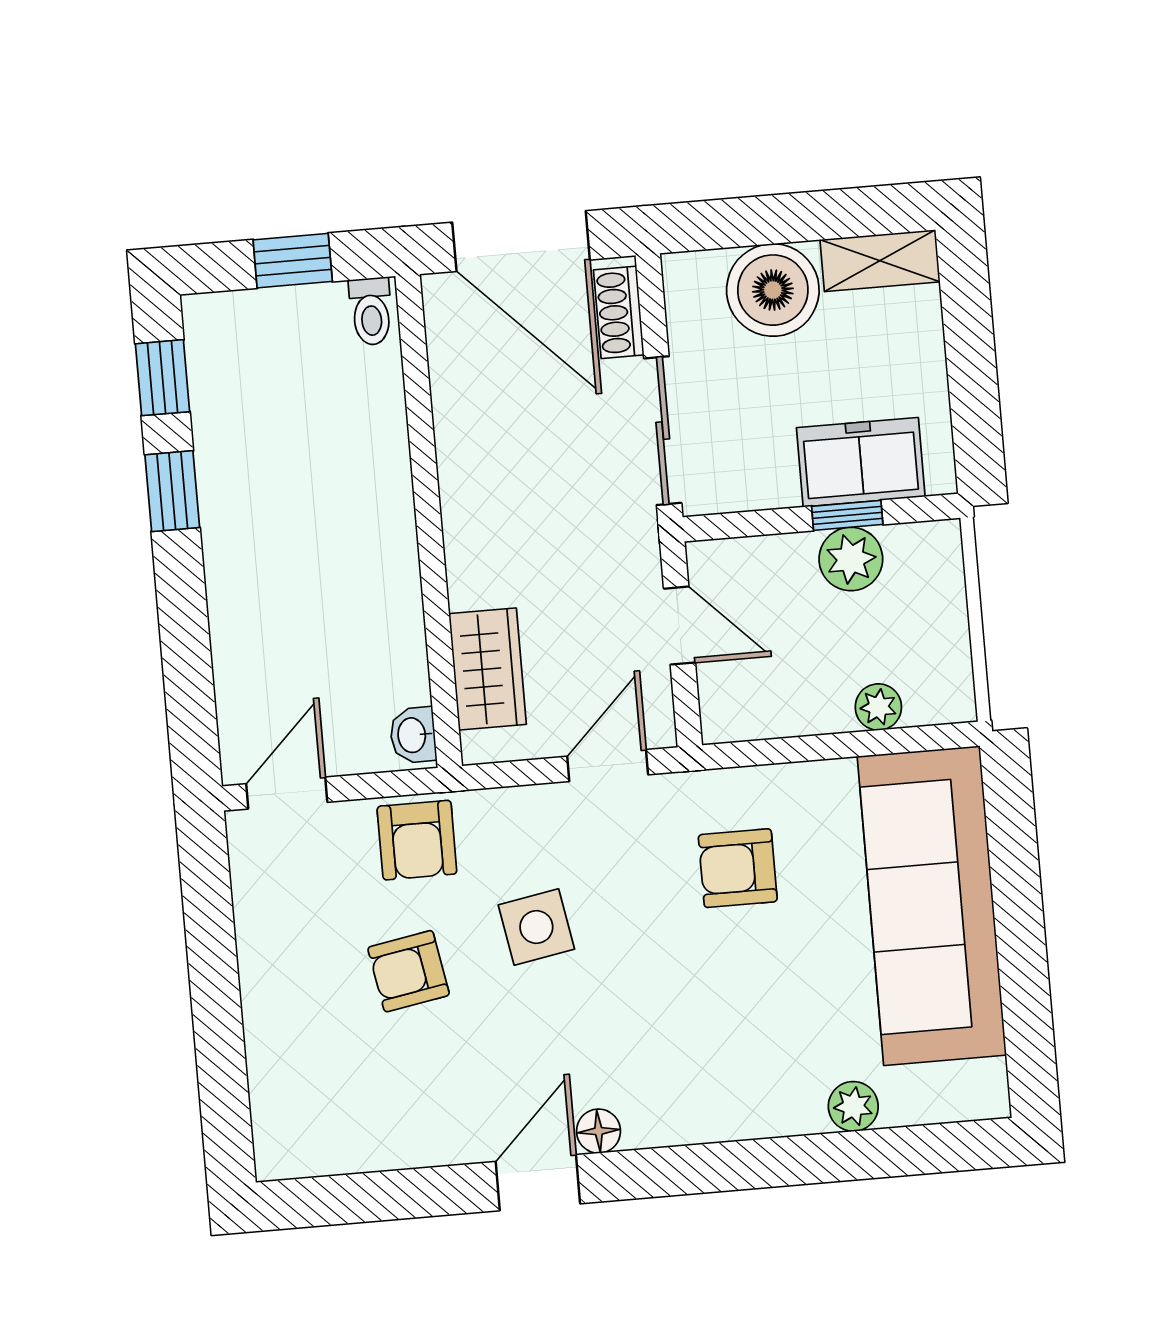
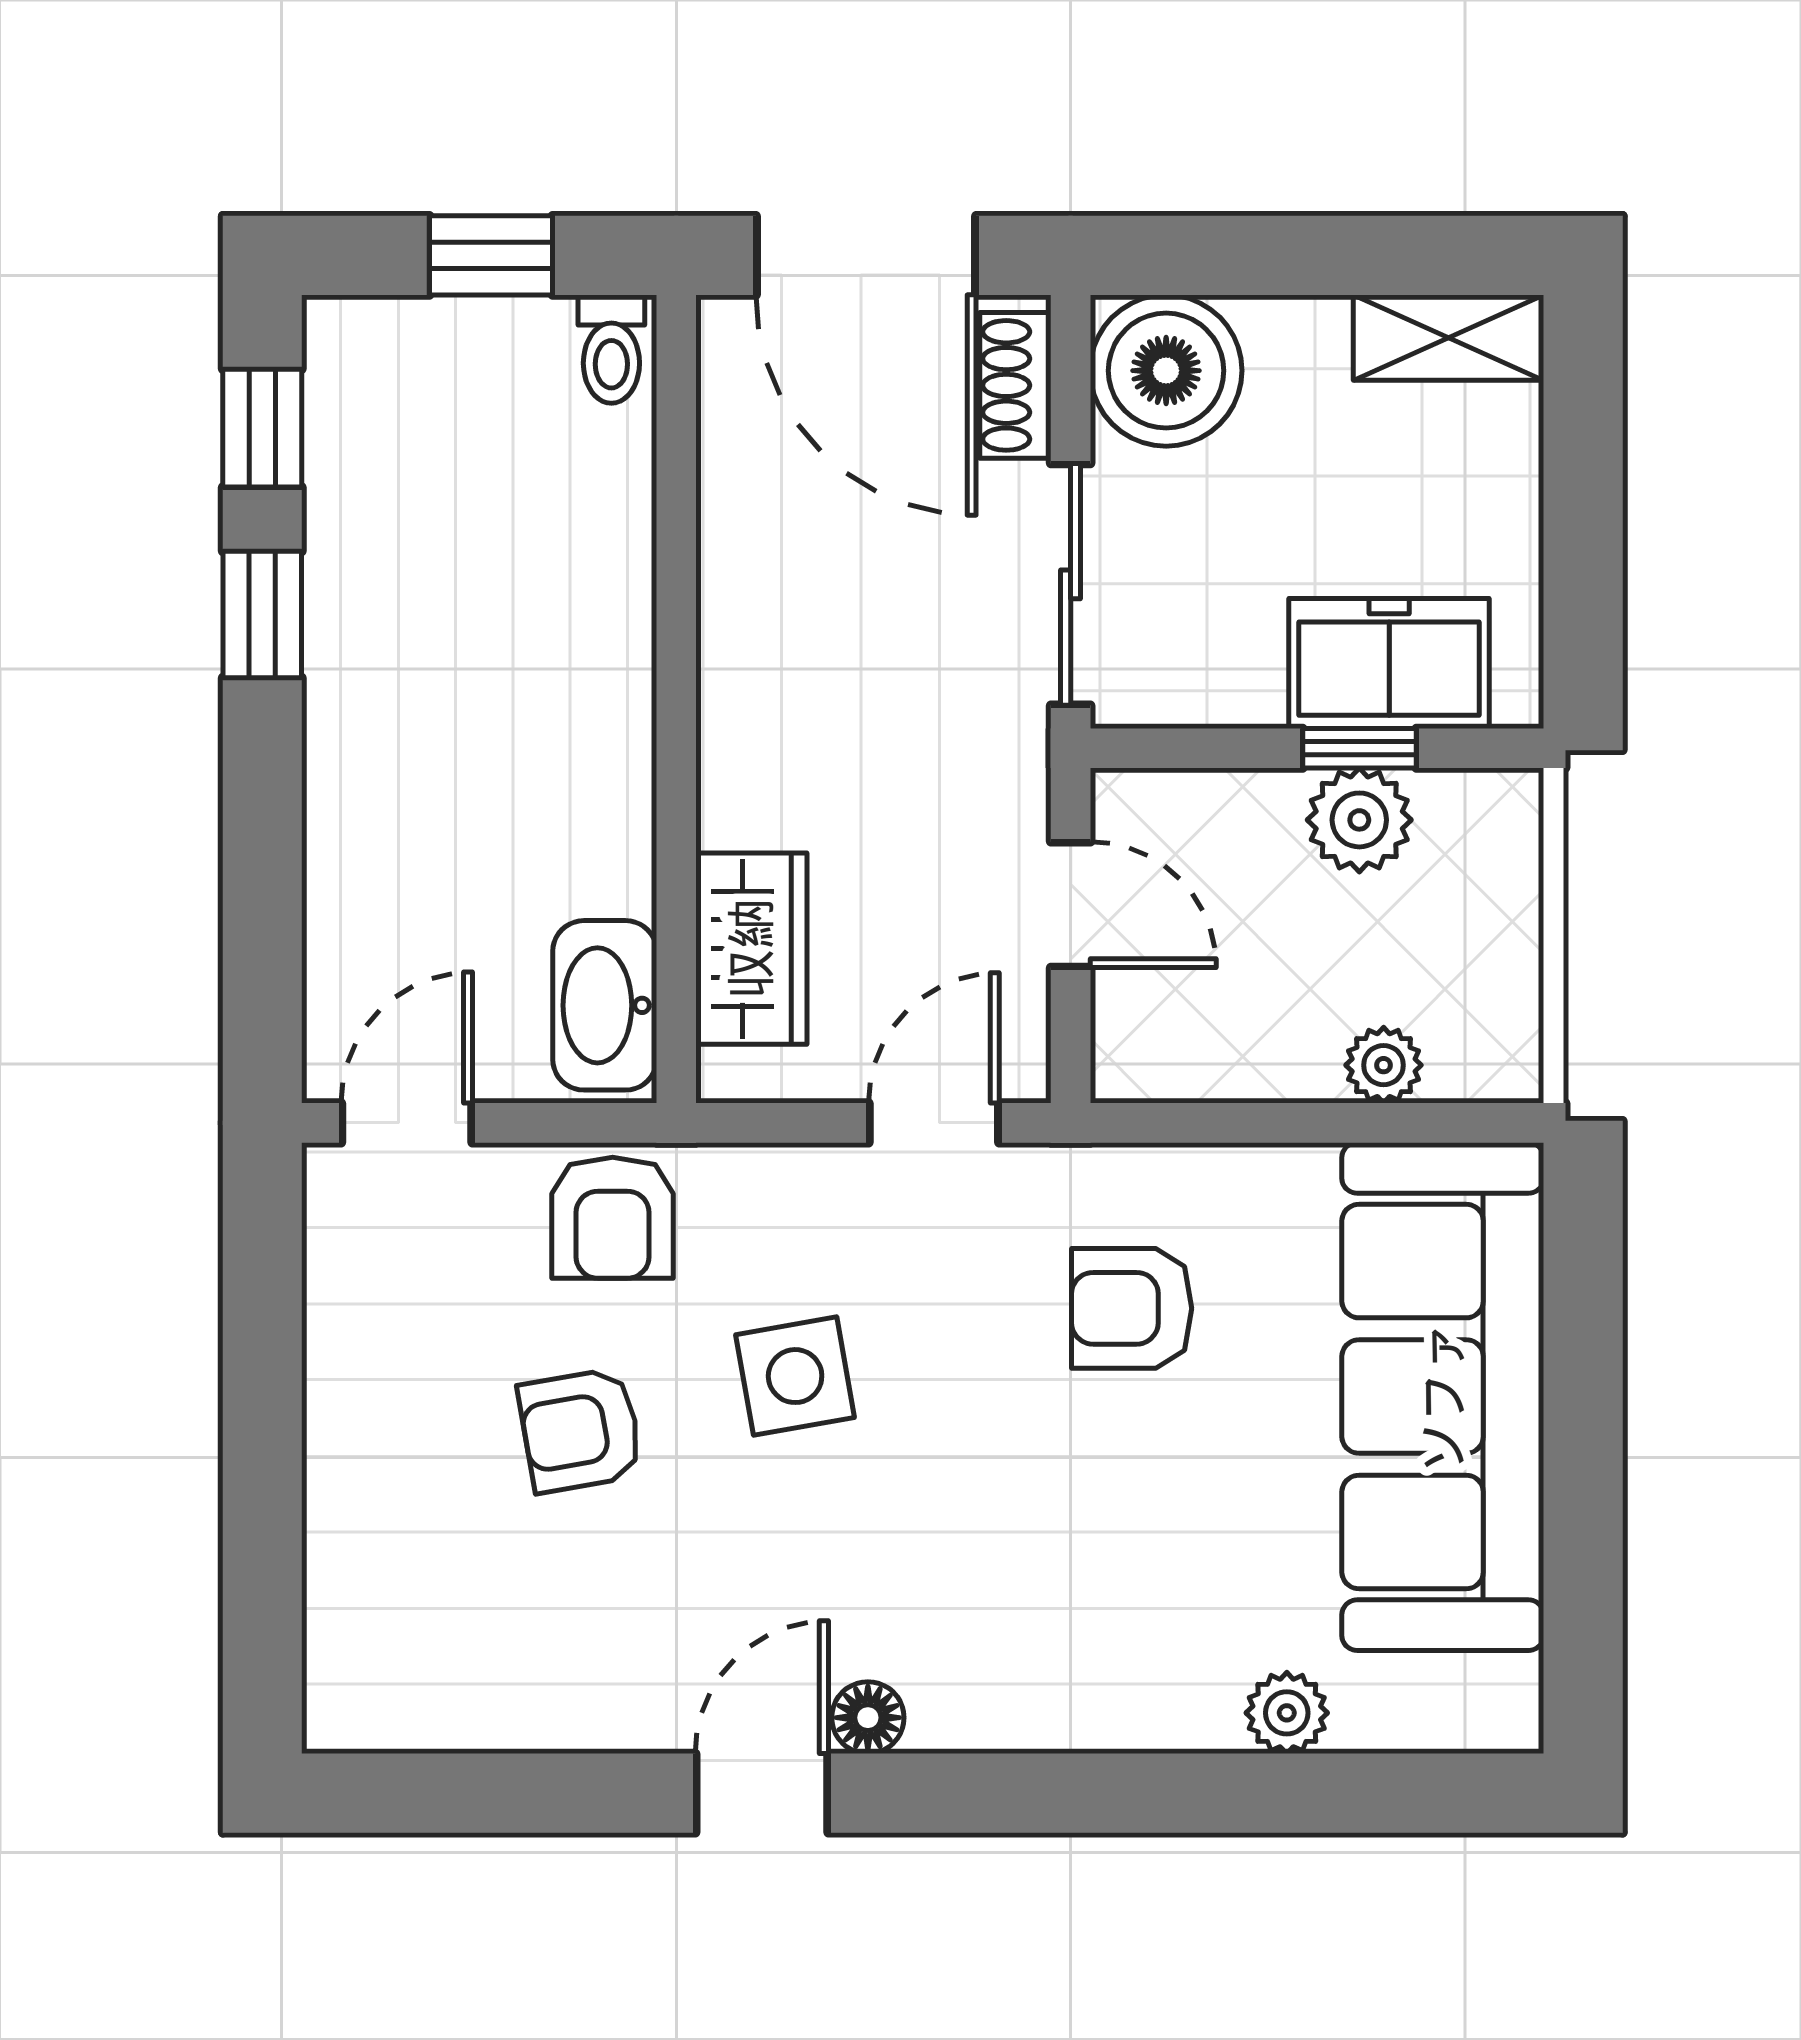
boiler: (773, 290) -> (1166, 371), moved
washbasin: (413, 735) -> (605, 1005), width x1.91, depth x1.45

